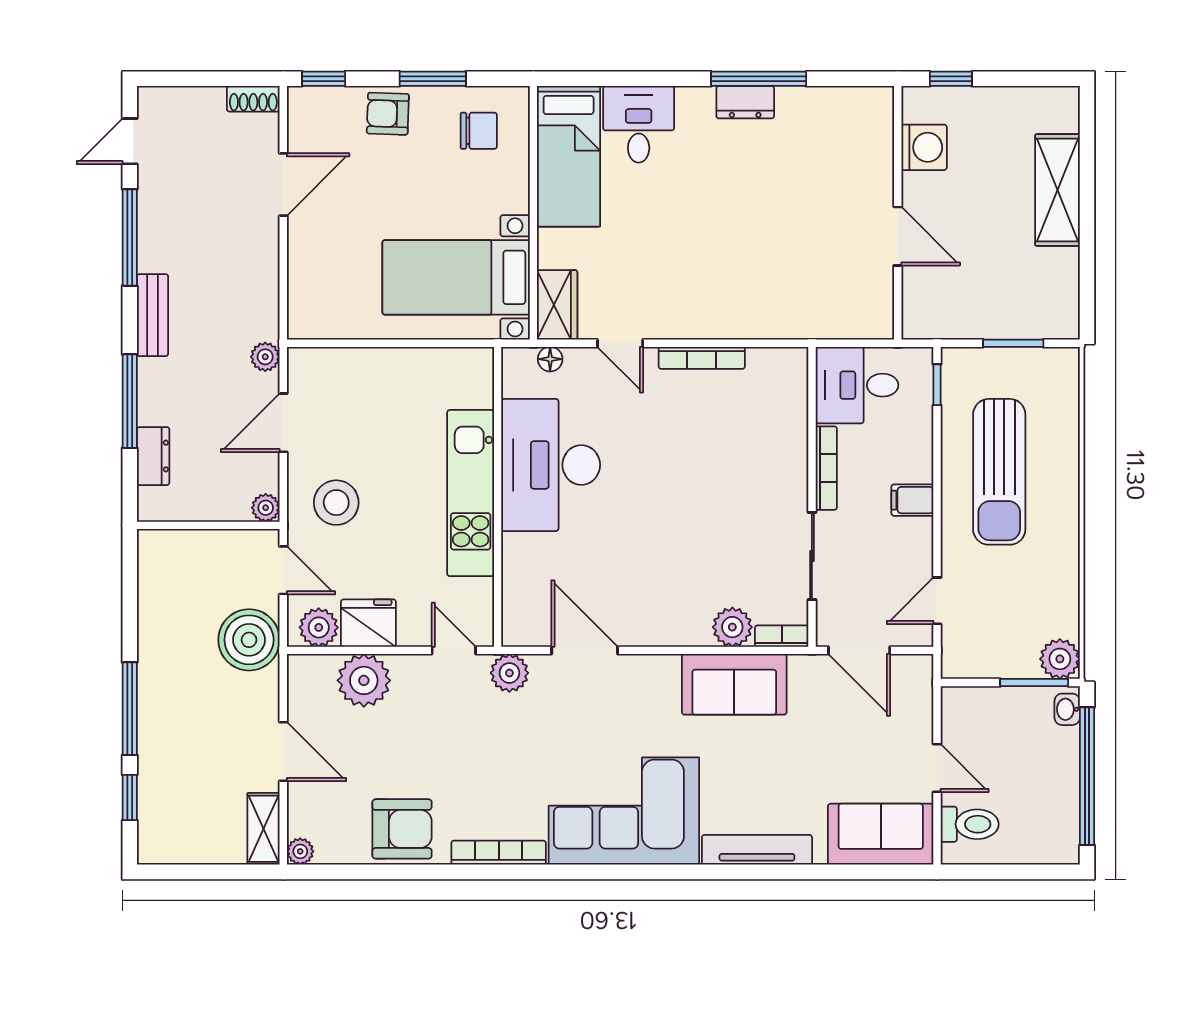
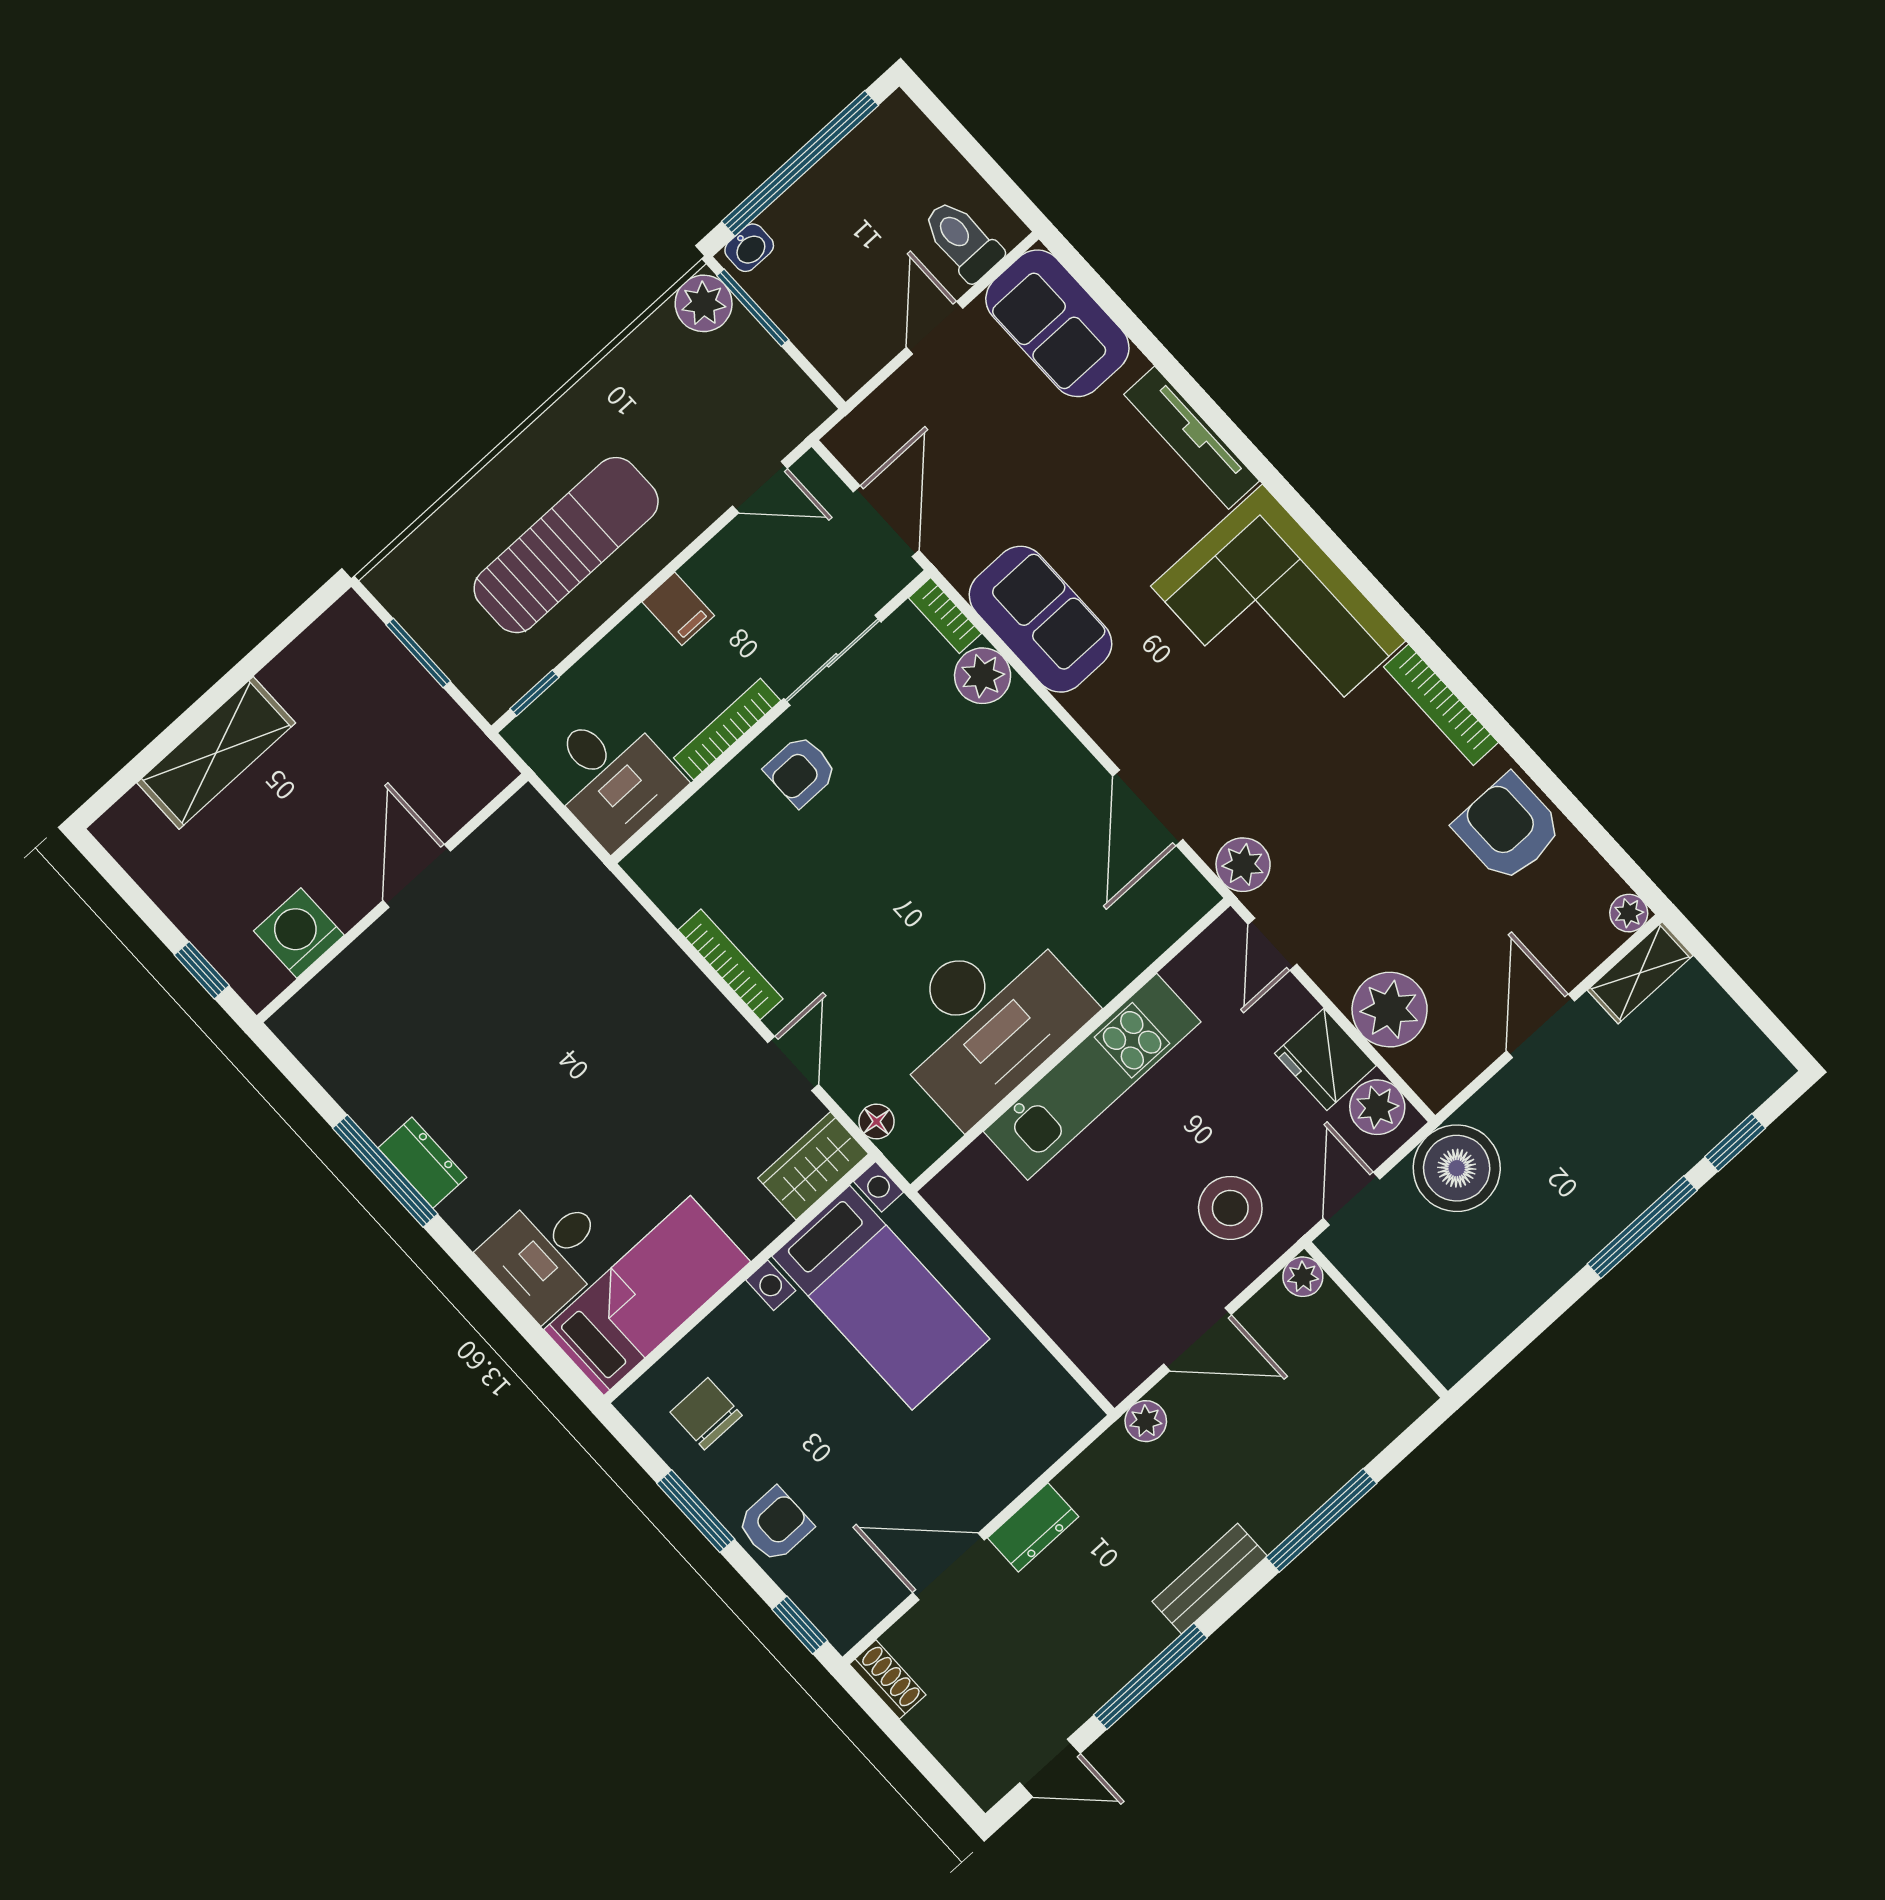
armchair: (388, 114) -> (775, 1525), turned -92
dresser: (153, 456) -> (1033, 1527), moved, turned 180
armchair: (769, 487) -> (801, 771), added

